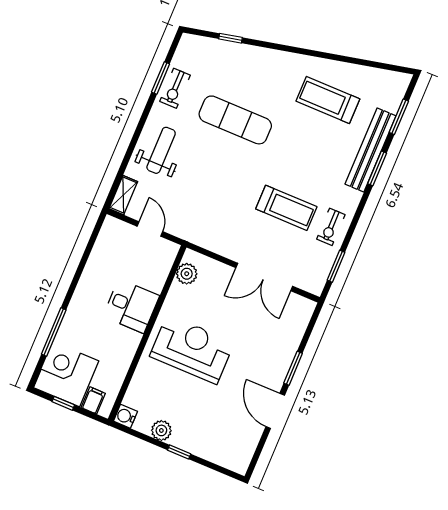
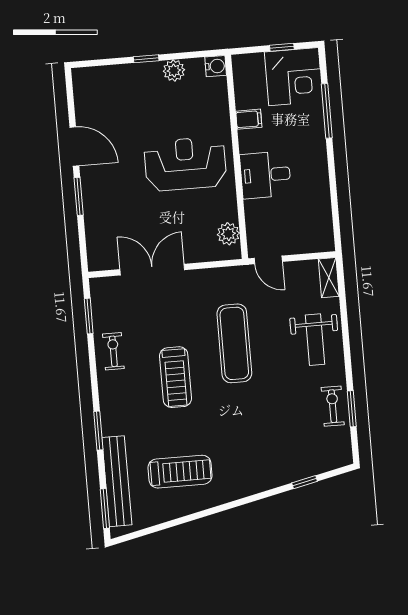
window: (399, 117) -> (105, 509), moved
exercise mat: (235, 120) -> (234, 343), moved, turned 90
bench: (371, 150) -> (117, 481), moved
treadmill: (286, 208) -> (175, 377), moved, turned -90
door: (150, 229) -> (268, 260), moved
reception desk: (192, 349) -> (185, 164), turned 180
filing cabinet: (93, 400) -> (249, 119), moved, turned -90

